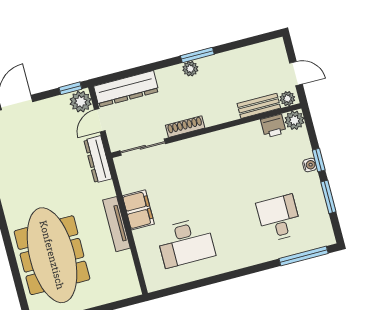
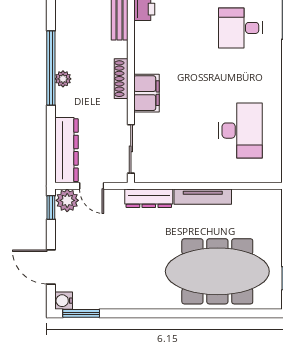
window: (197, 55) -> (51, 68), width x2.11
shoe rack: (185, 127) -> (121, 79), moved
dresser: (98, 159) -> (149, 198), moved
filing cabinet: (138, 210) -> (146, 93), moved, turned 90

